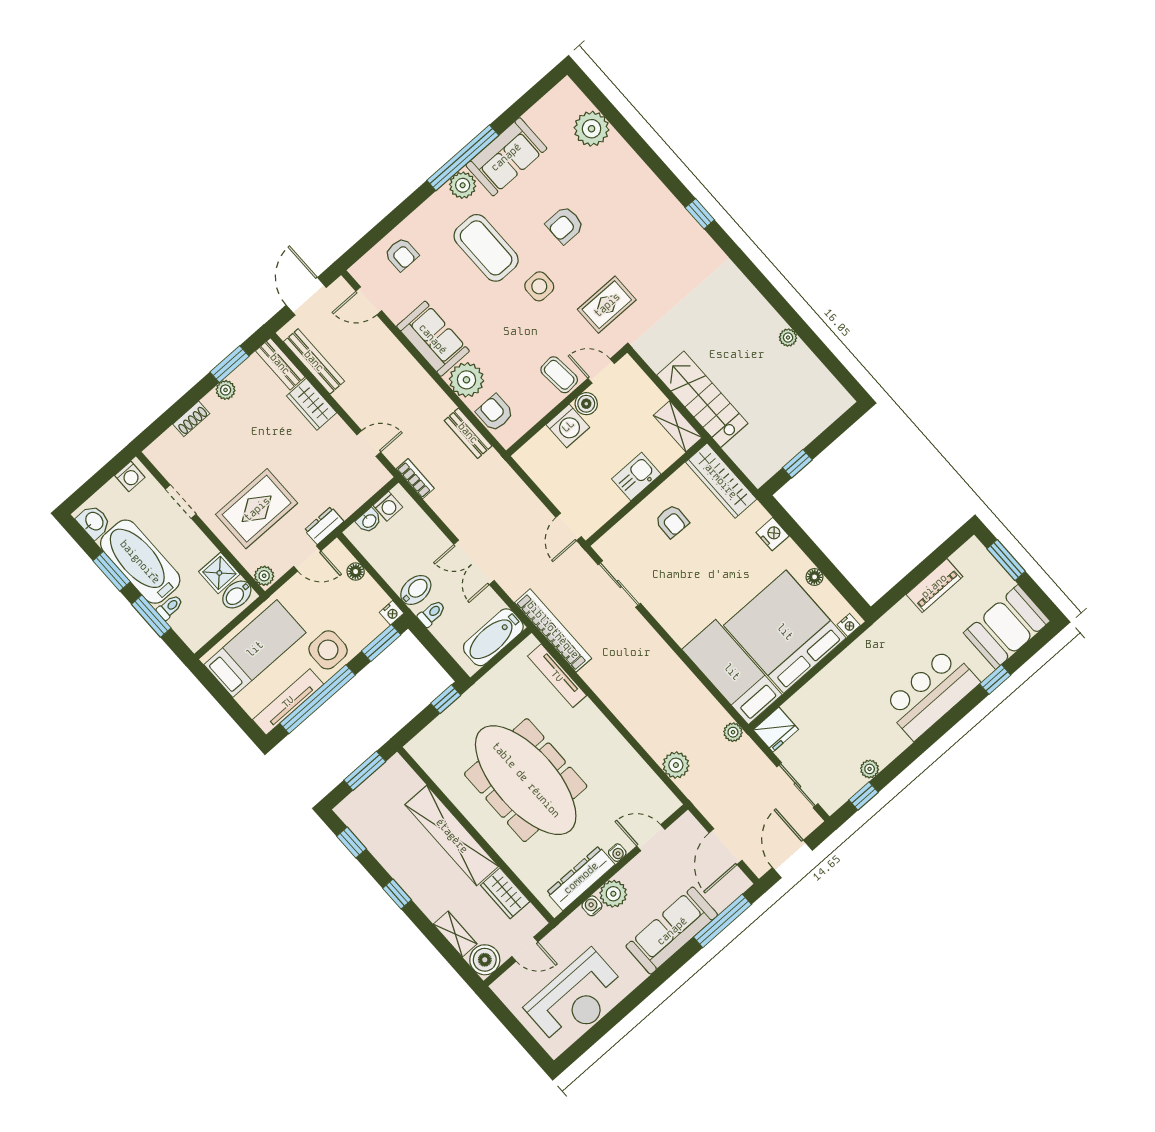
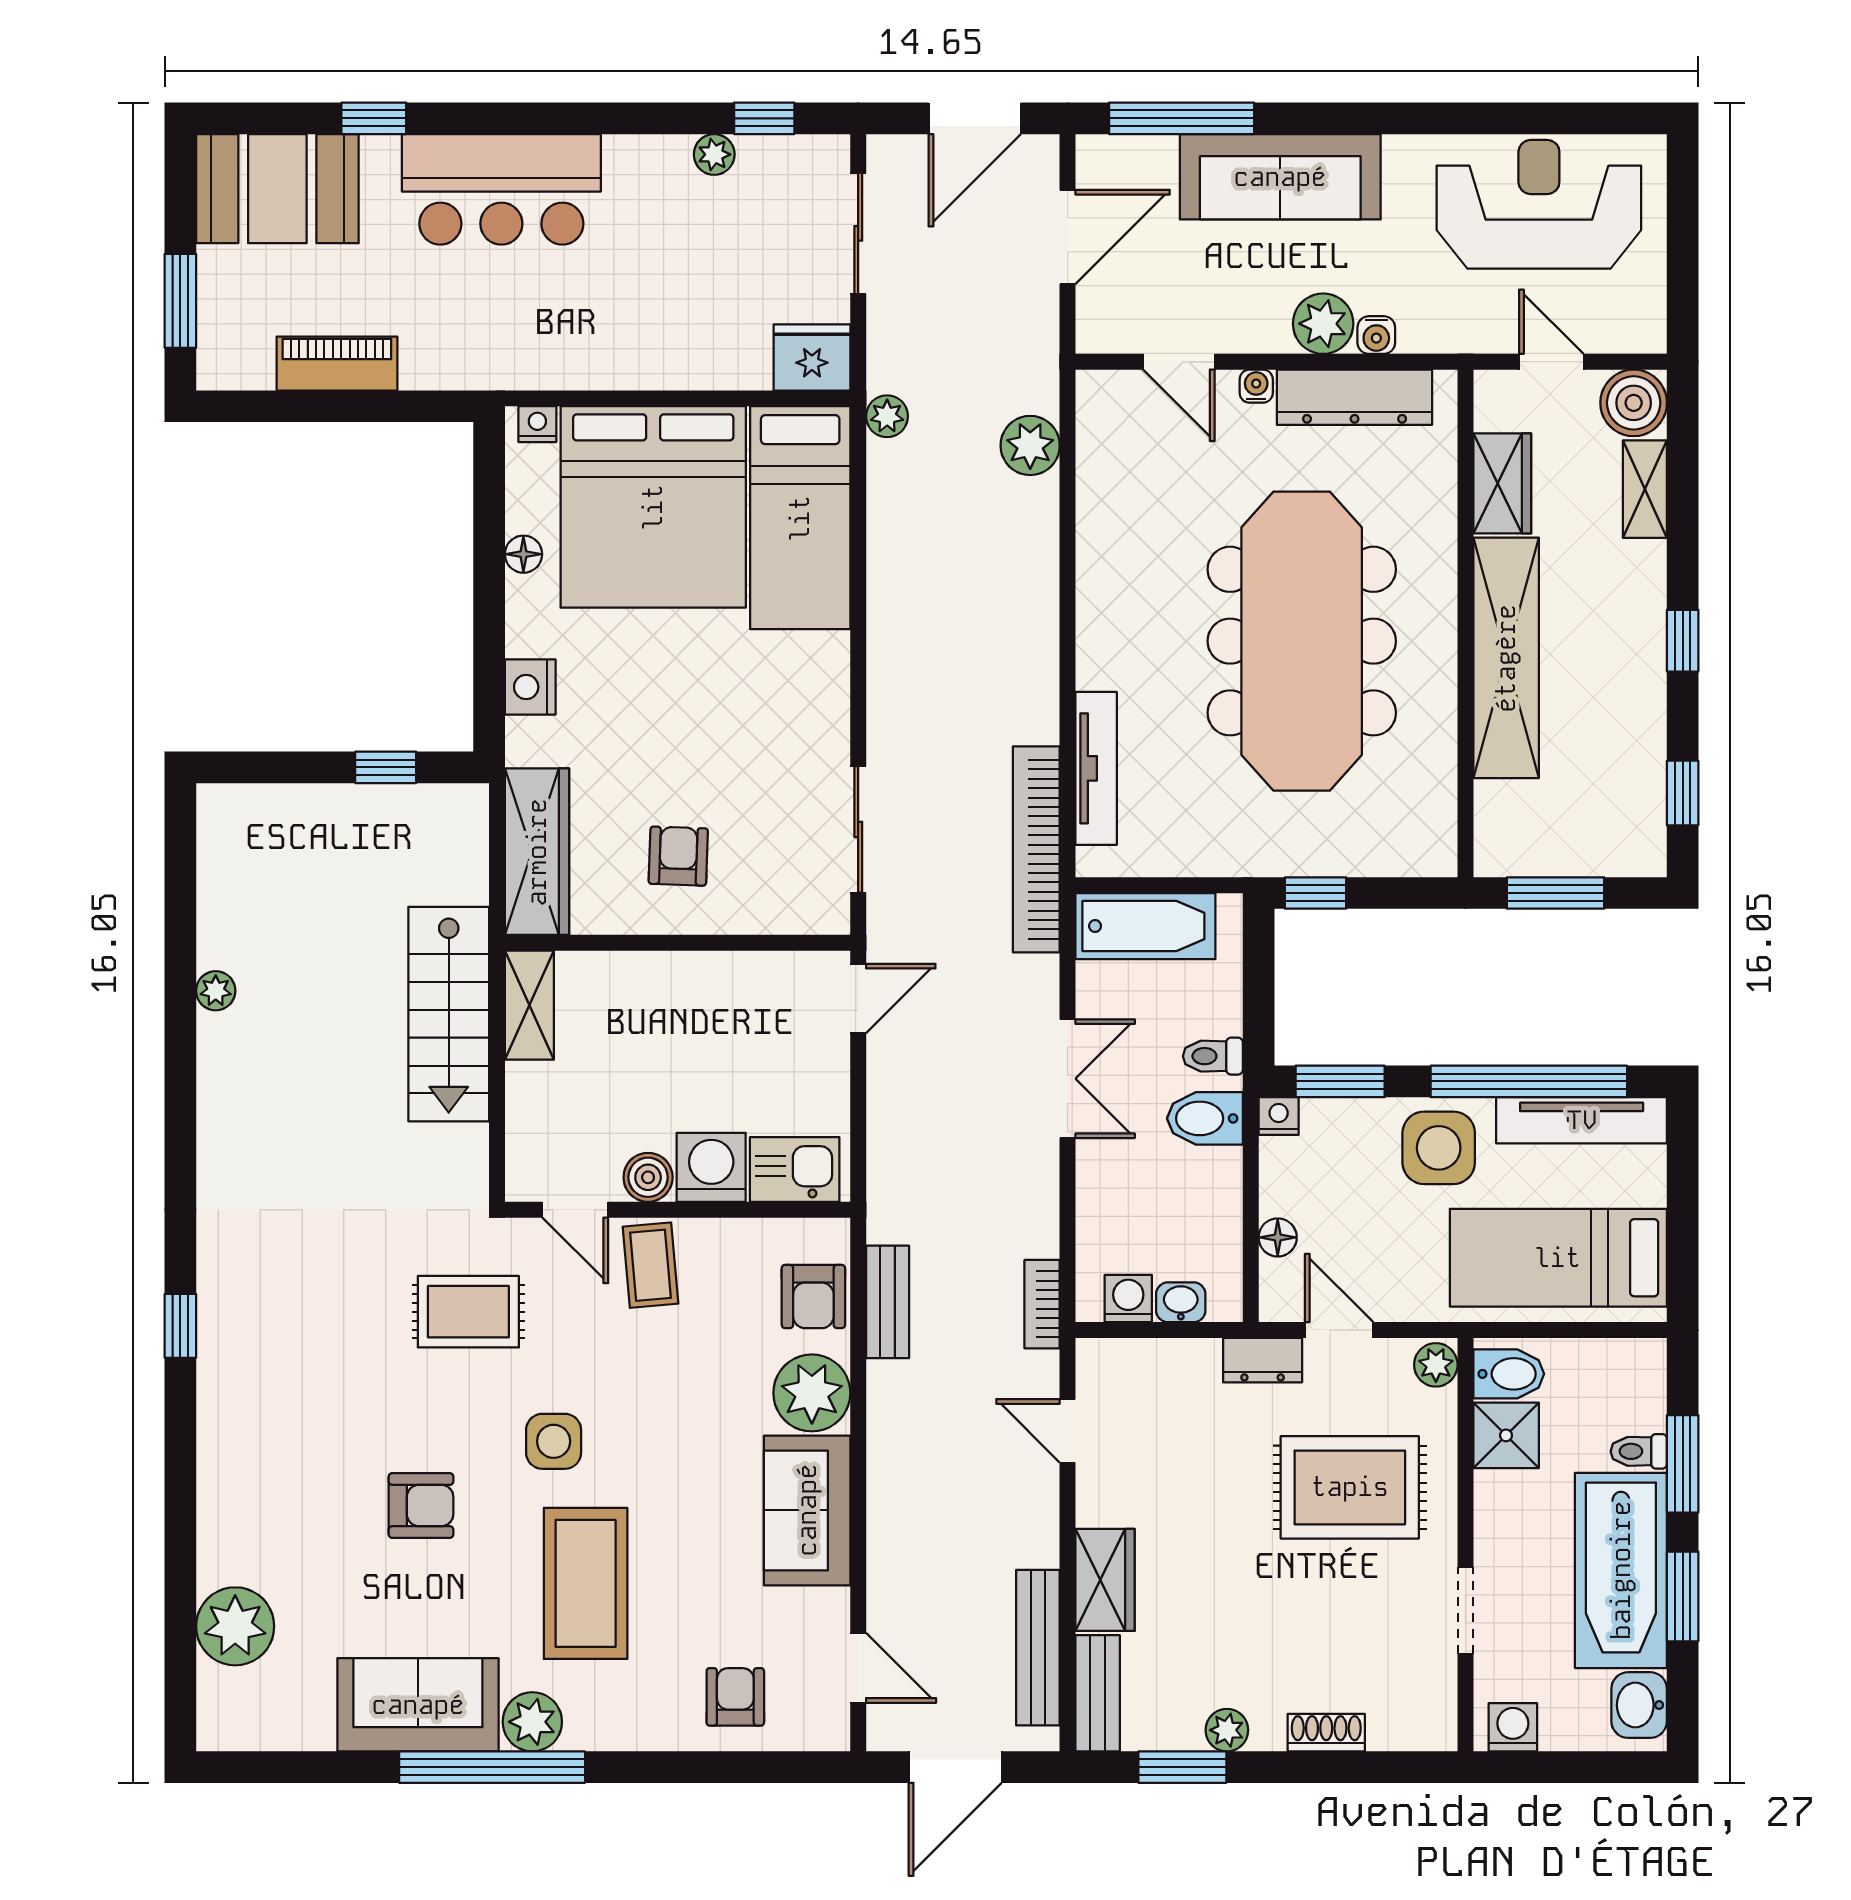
kitchen sink: (636, 476) -> (795, 1169), moved, turned 180

